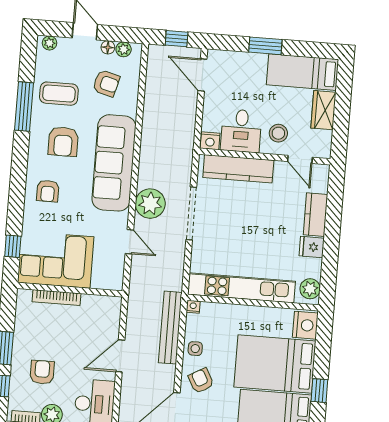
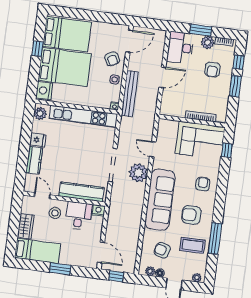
armchair: (63, 142) -> (191, 215), turned -90

